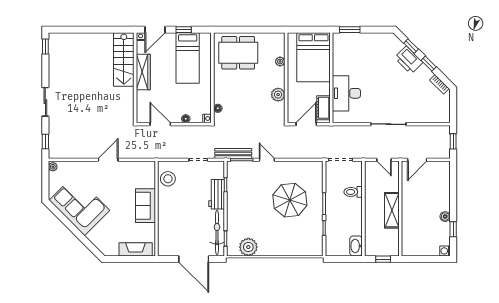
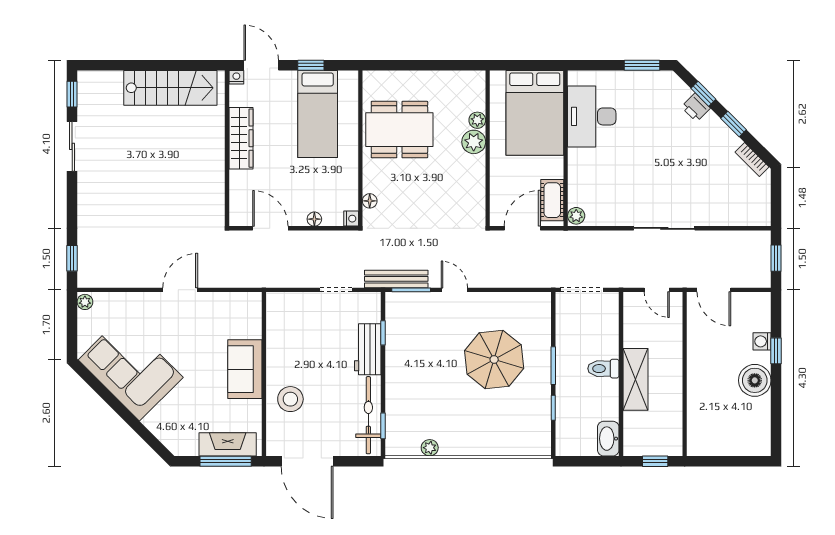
door: (155, 30) -> (261, 65), swing flipped
window: (350, 30) -> (642, 65), moved
dining table: (238, 53) -> (399, 130), moved
stairs: (124, 60) -> (170, 88), moved, turned -90
printer: (409, 60) -> (696, 107), width x0.53, depth x0.68
desk: (346, 93) -> (592, 116), moved
plant: (278, 95) -> (474, 142), moved
sliding door: (45, 102) -> (72, 146), moved
plant: (337, 117) -> (576, 216), added
door: (417, 160) -> (714, 290), hinge flipped
stool: (168, 179) -> (290, 399), moved
toilet: (353, 192) -> (603, 369), moved
shelving: (392, 210) -> (635, 379), moved
boiler: (445, 217) -> (755, 380), width x1.86, depth x1.86
window: (453, 229) -> (776, 351), moved
plant: (248, 247) -> (430, 448), width x0.53, depth x0.53
washing machine: (445, 251) -> (762, 341), moved
window: (134, 259) -> (226, 461), added
door: (194, 259) -> (307, 461), moved

